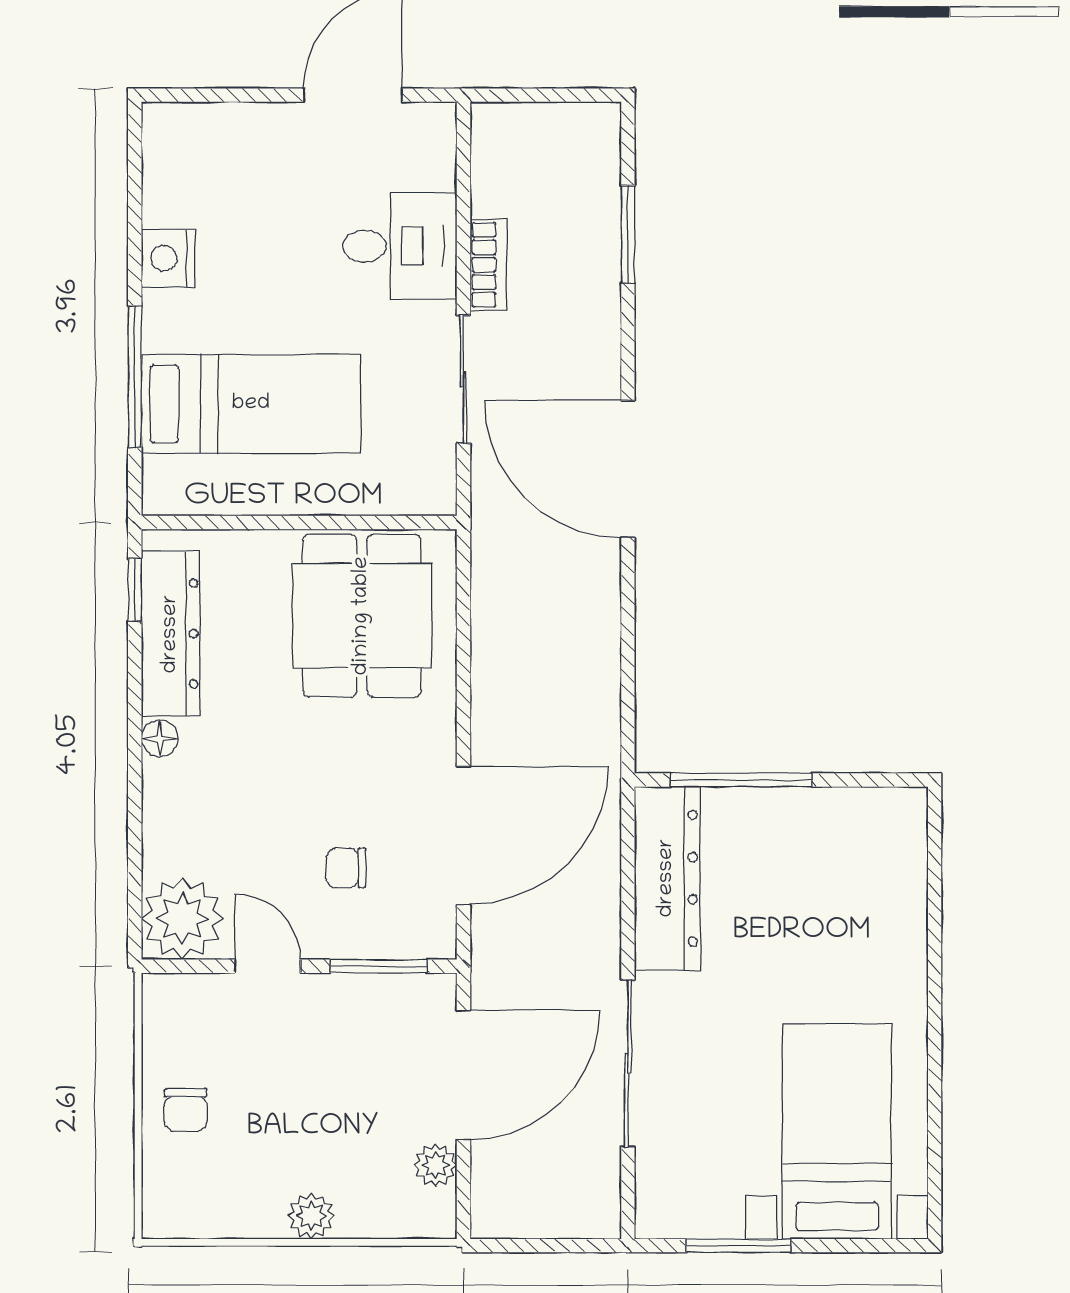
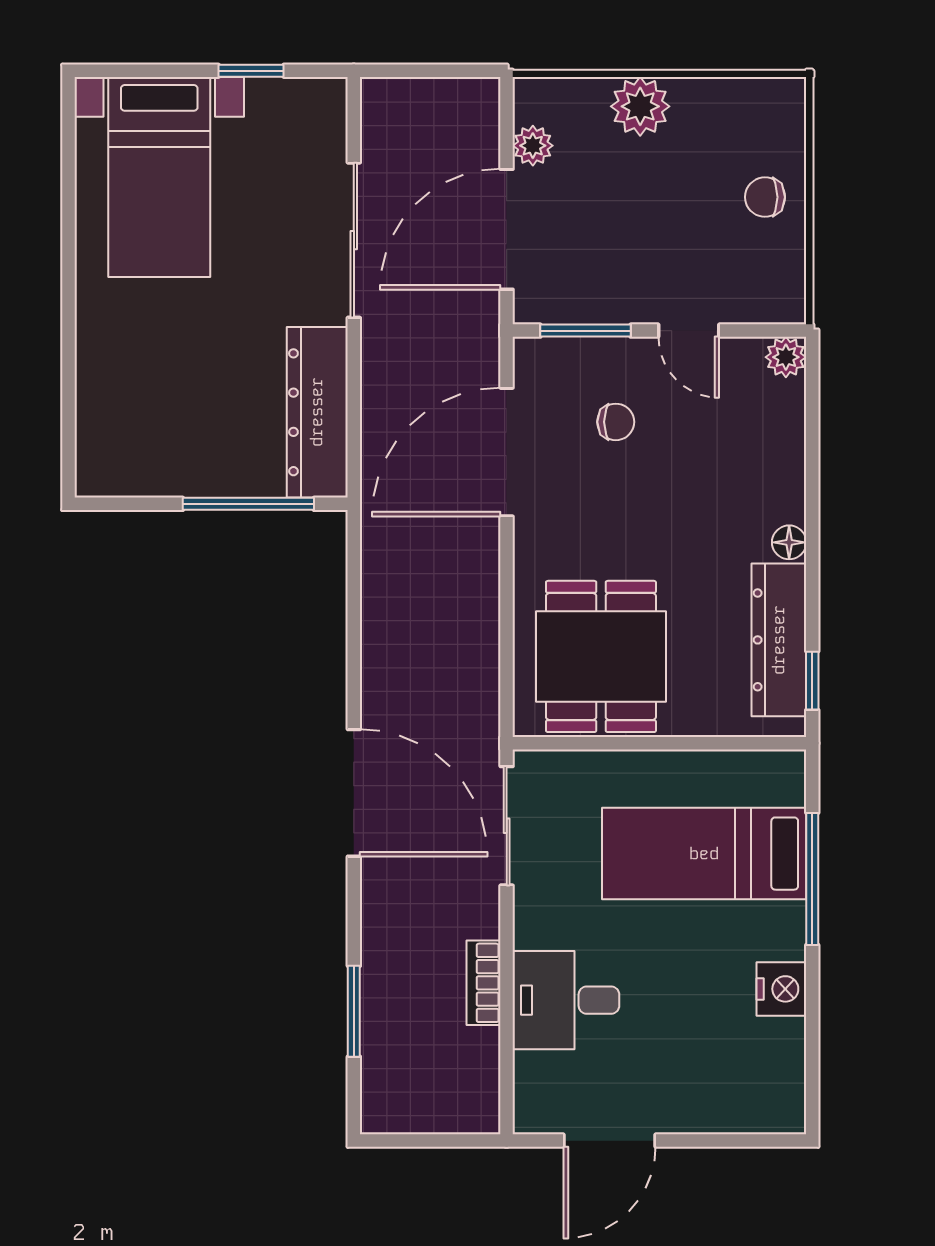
sliding door: (464, 379) -> (507, 826), moved
plant: (182, 919) -> (786, 357), width x0.53, depth x0.53
chair: (186, 1110) -> (765, 197), turned -90
plant: (311, 1216) -> (640, 106), width x1.38, depth x1.38
window: (738, 1246) -> (251, 71), width x0.67

